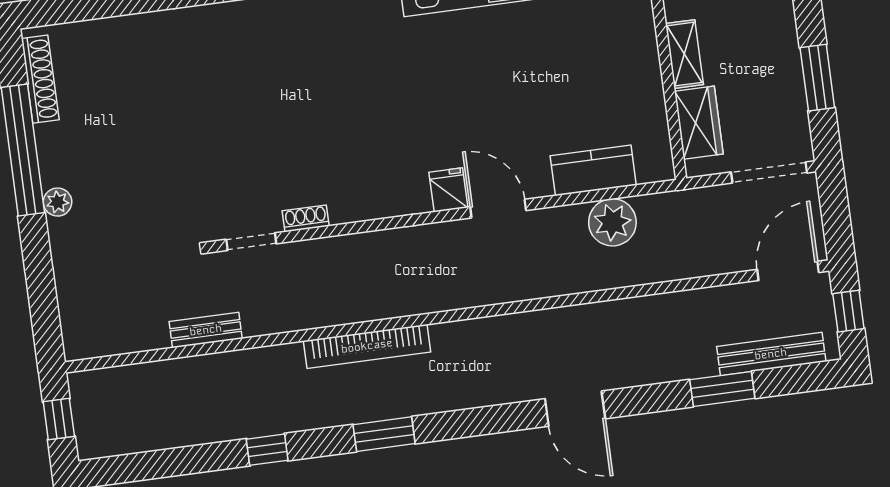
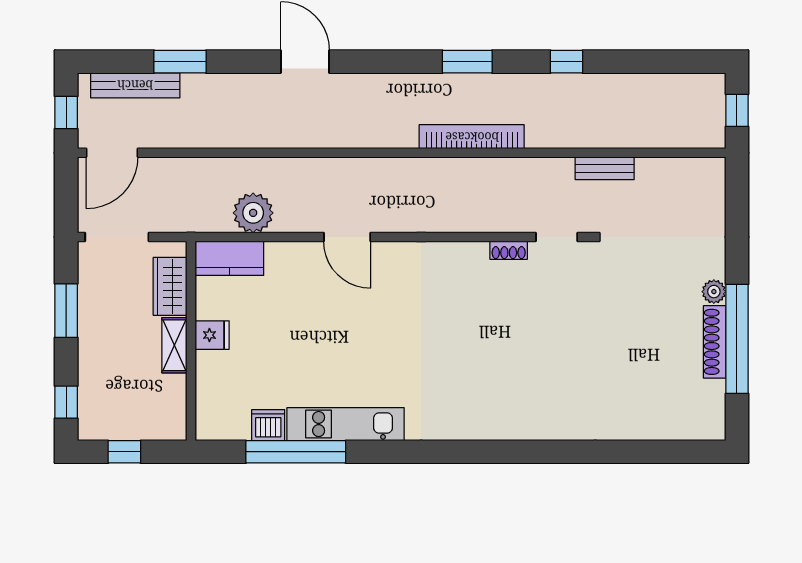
shoe rack: (40, 79) -> (715, 342), moved
kitchen counter: (593, 170) -> (229, 258), moved
fridge: (448, 190) -> (212, 335), moved, turned -90

